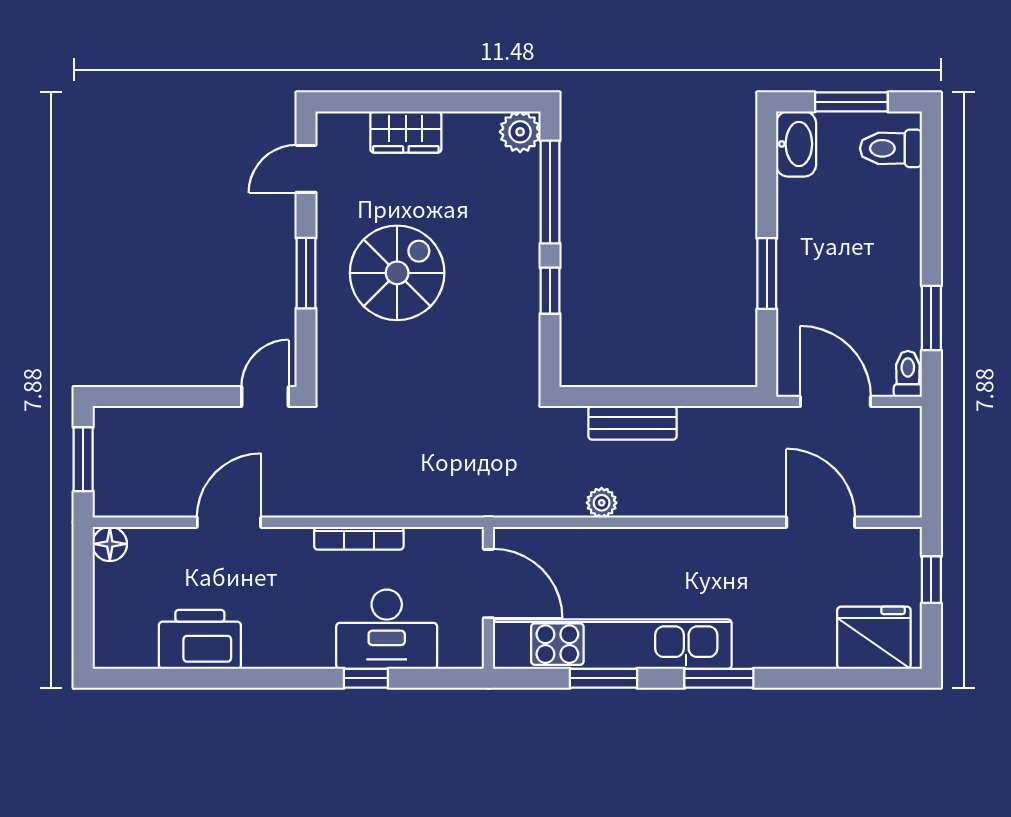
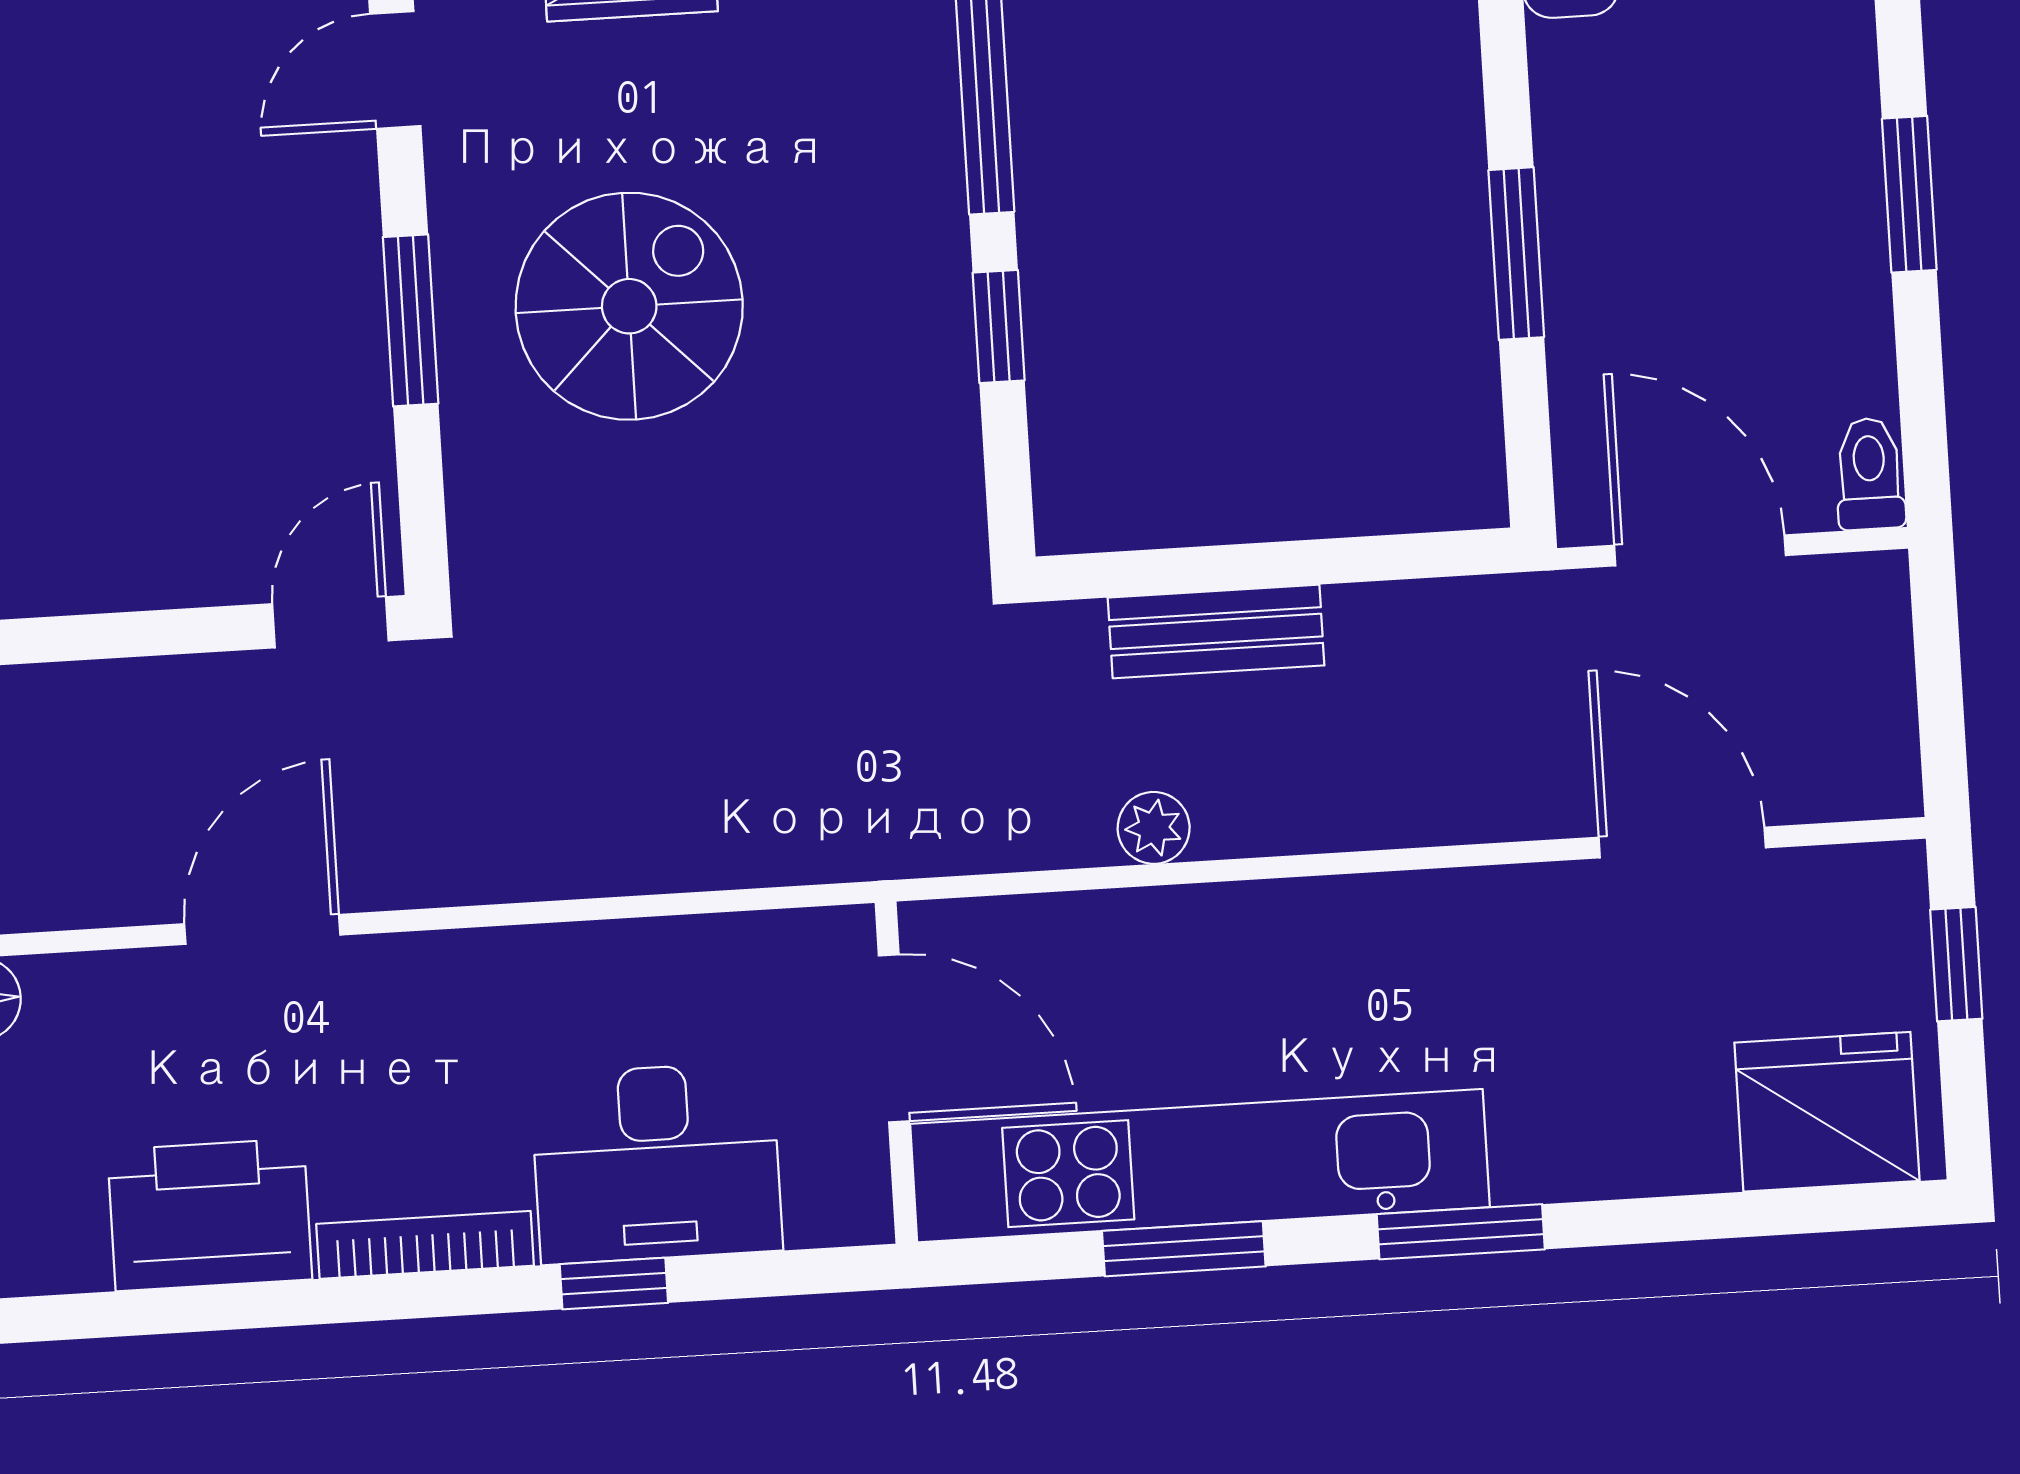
window: (931, 318) -> (1909, 194), moved
bookcase: (359, 538) -> (425, 1245), moved, turned 180

